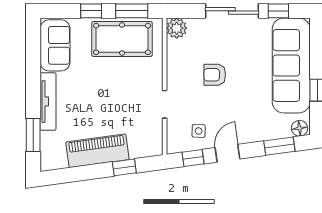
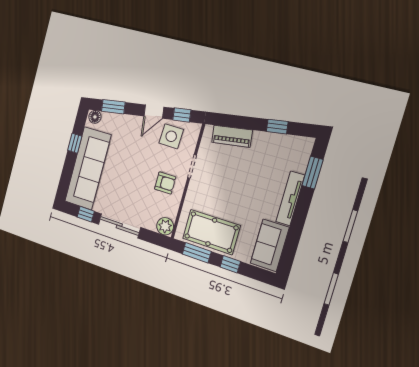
armchair: (215, 75) -> (165, 183), moved
side table: (199, 131) -> (171, 136), width x1.87, depth x1.87
piano: (97, 151) -> (232, 136), moved, width x0.73, depth x0.75
window: (124, 167) -> (277, 127), moved

